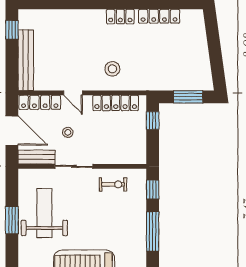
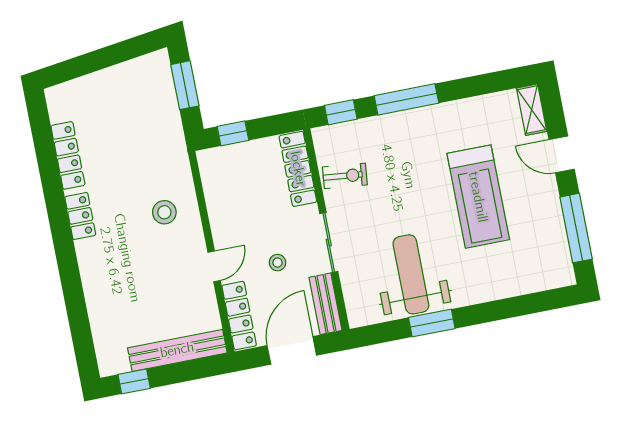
locker: (116, 103) -> (298, 169), moved, turned 180
exercise bike: (113, 184) -> (345, 176), turned 96
weight bench: (44, 213) -> (411, 274), turned 90

